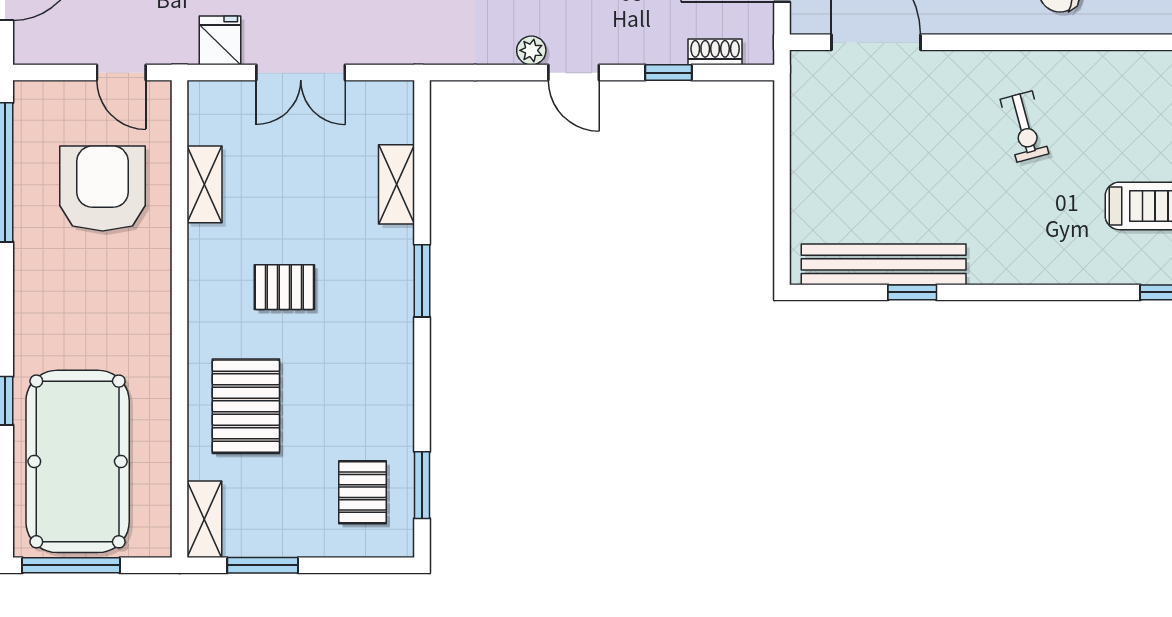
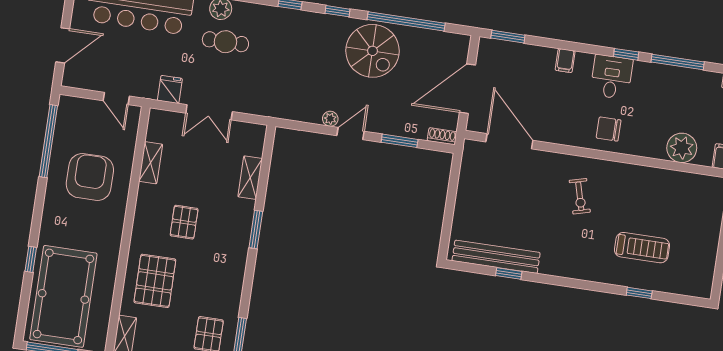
shoe rack: (715, 52) -> (442, 136), moved
door: (574, 73) -> (350, 133), swing flipped
window: (669, 73) -> (400, 141), width x1.50
armchair: (103, 189) -> (90, 177), moved
pallet: (284, 287) -> (184, 222), turned 90

